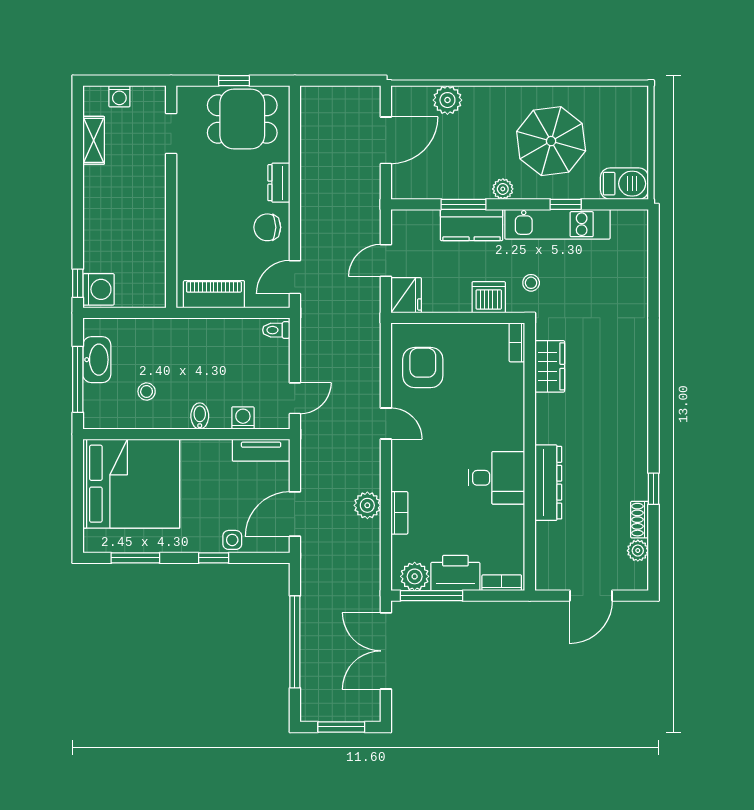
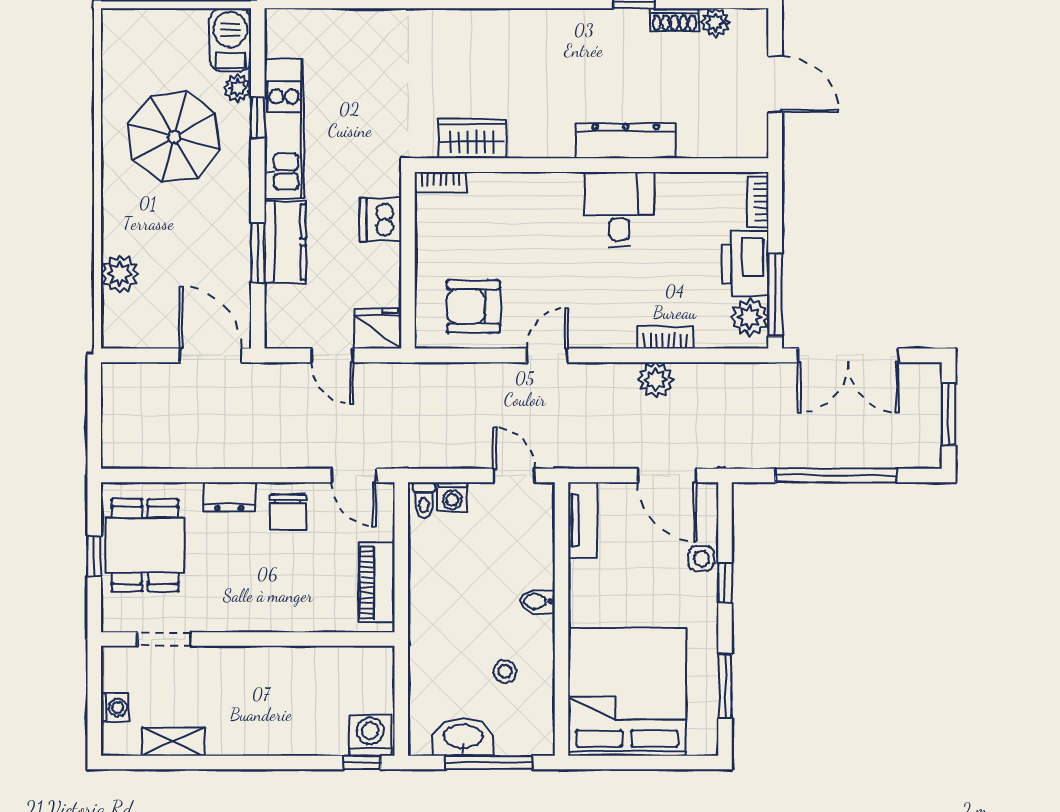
door: (386, 140) -> (211, 355), moved
plant: (503, 189) -> (237, 88), moved
stool: (531, 283) -> (362, 163), removed
washing machine: (243, 418) -> (452, 497), moved, turned -90

